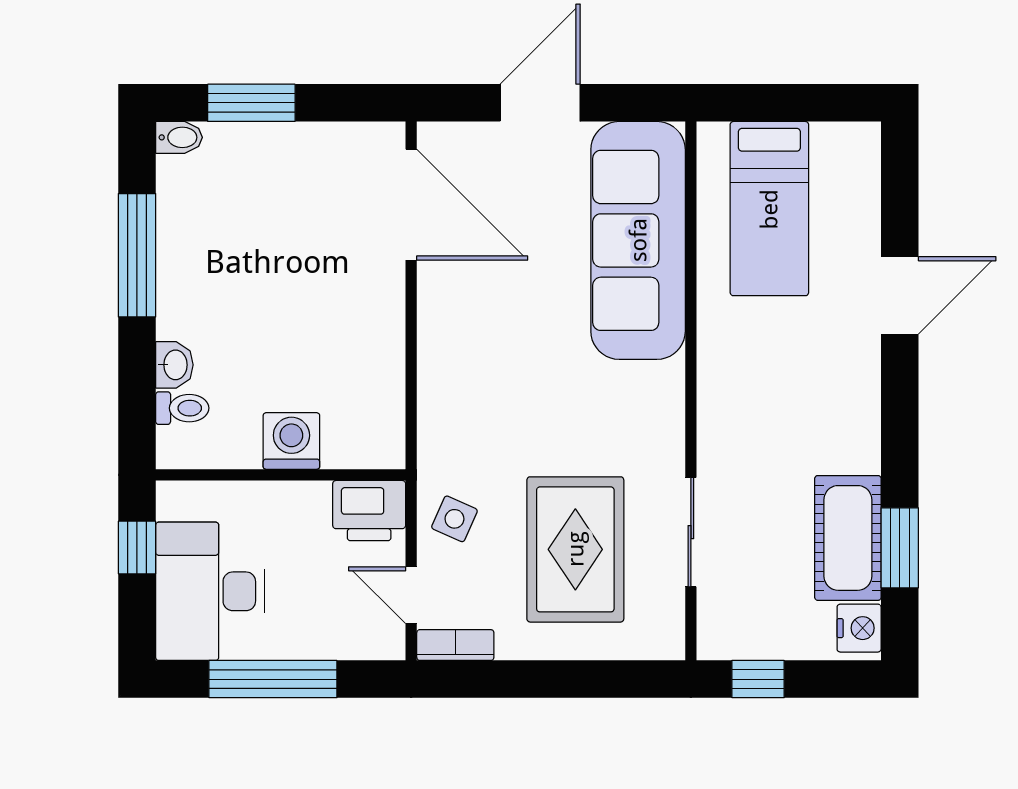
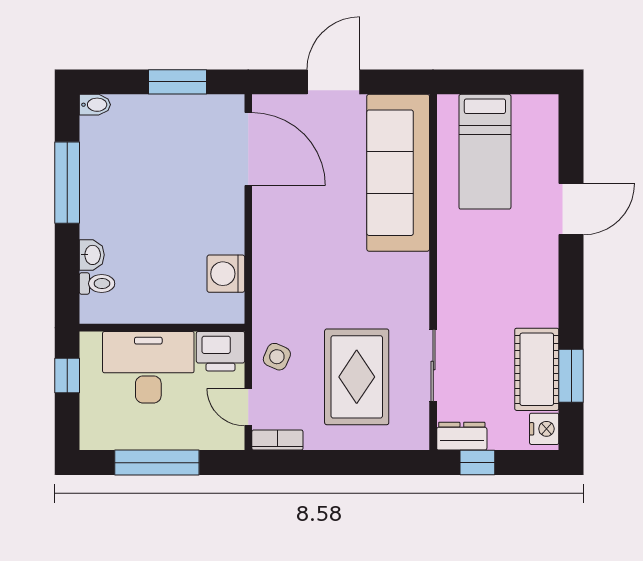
window: (251, 103) -> (177, 82), moved
washing machine: (291, 441) -> (226, 274), moved, turned -90
desk: (210, 591) -> (148, 367), moved, turned 90
dresser: (734, 639) -> (462, 436), added

